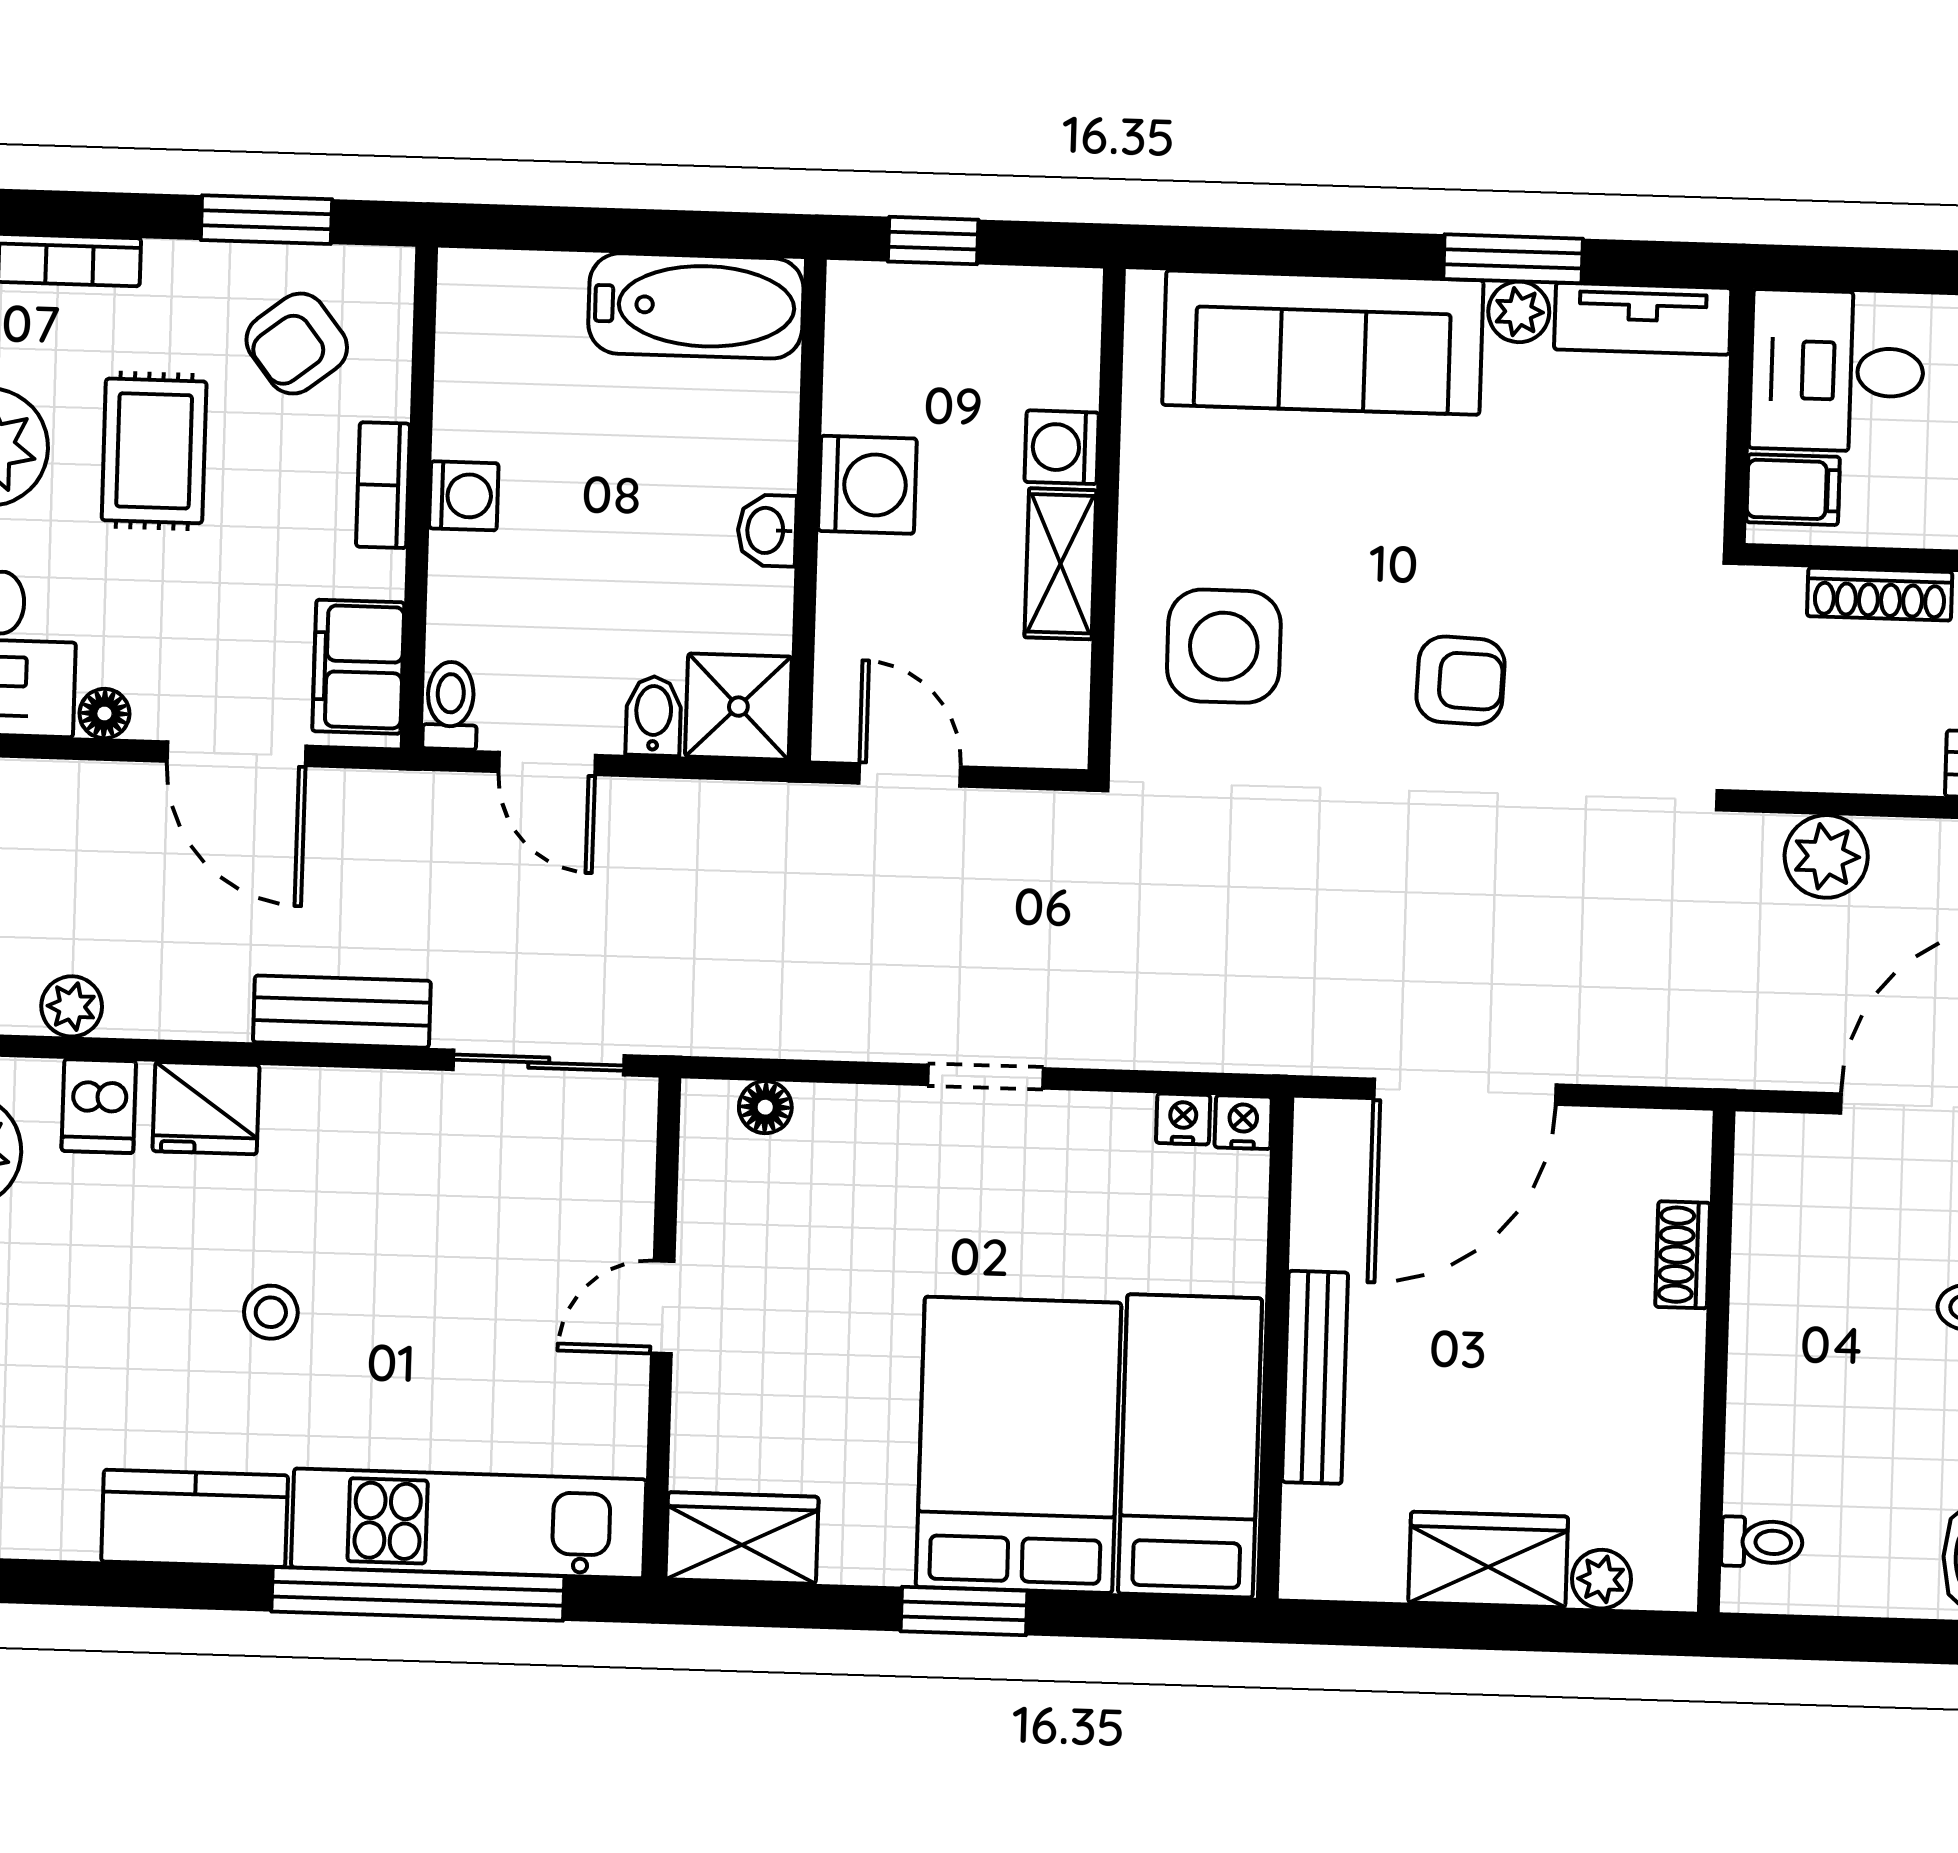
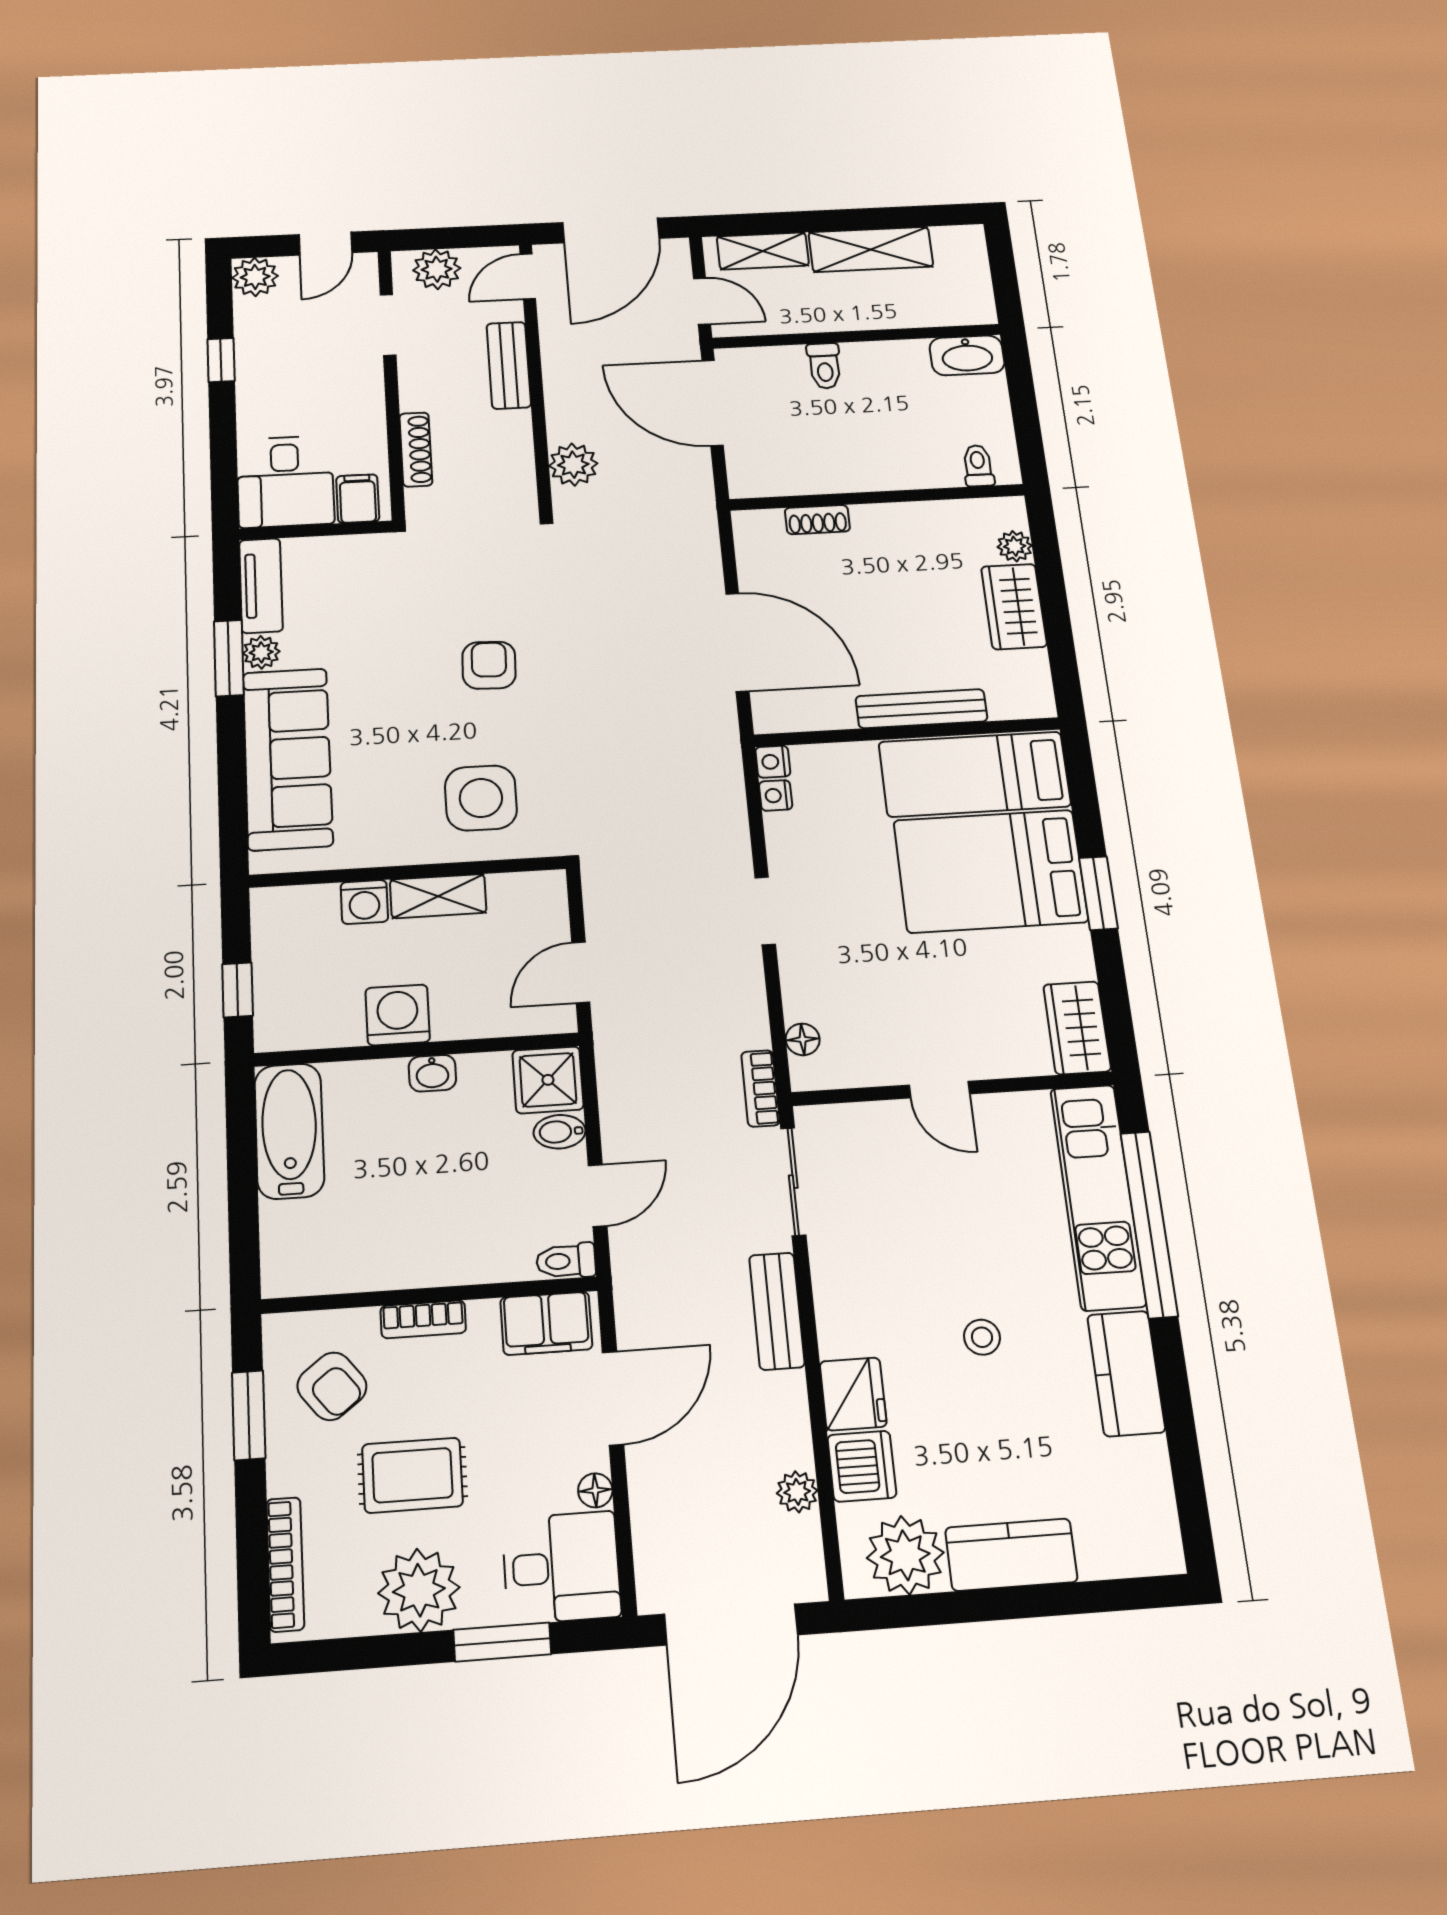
washing machine: (464, 496) -> (426, 1266), removed
bookcase: (692, 1032) -> (761, 1088), added
dishwasher: (99, 1106) -> (862, 1466), width x1.38

